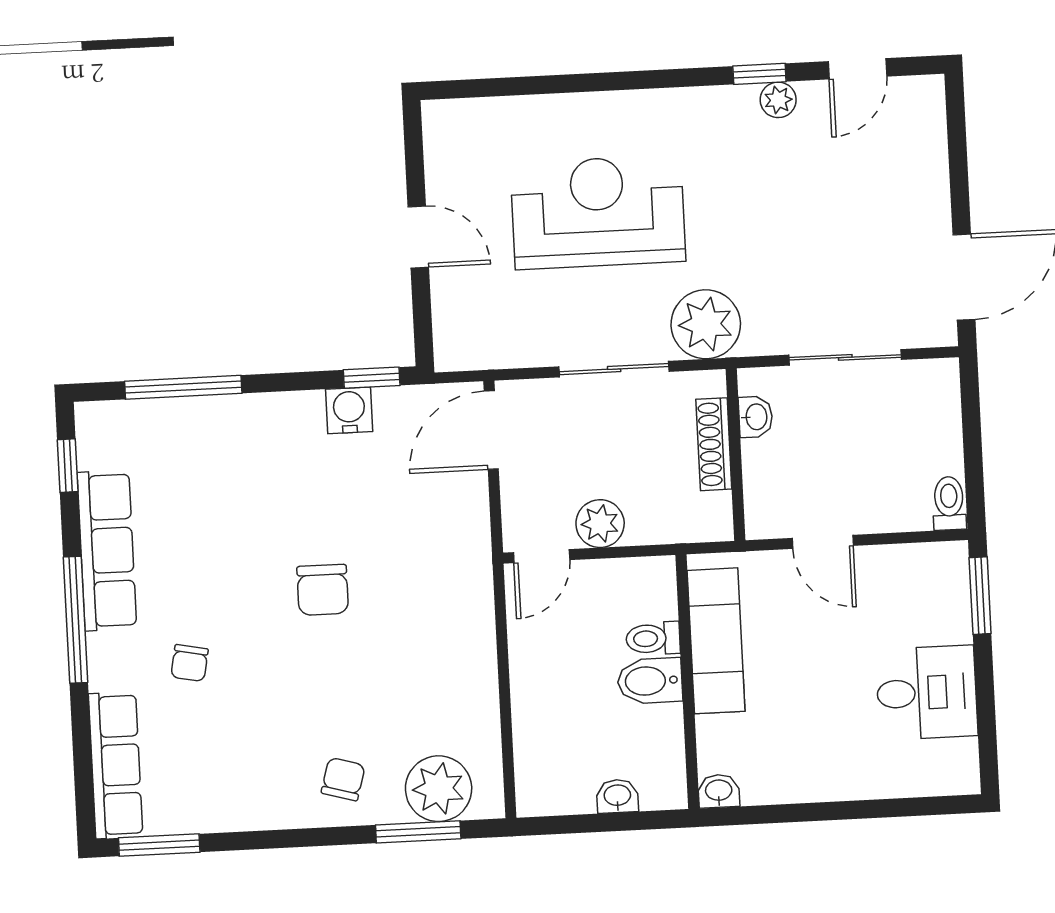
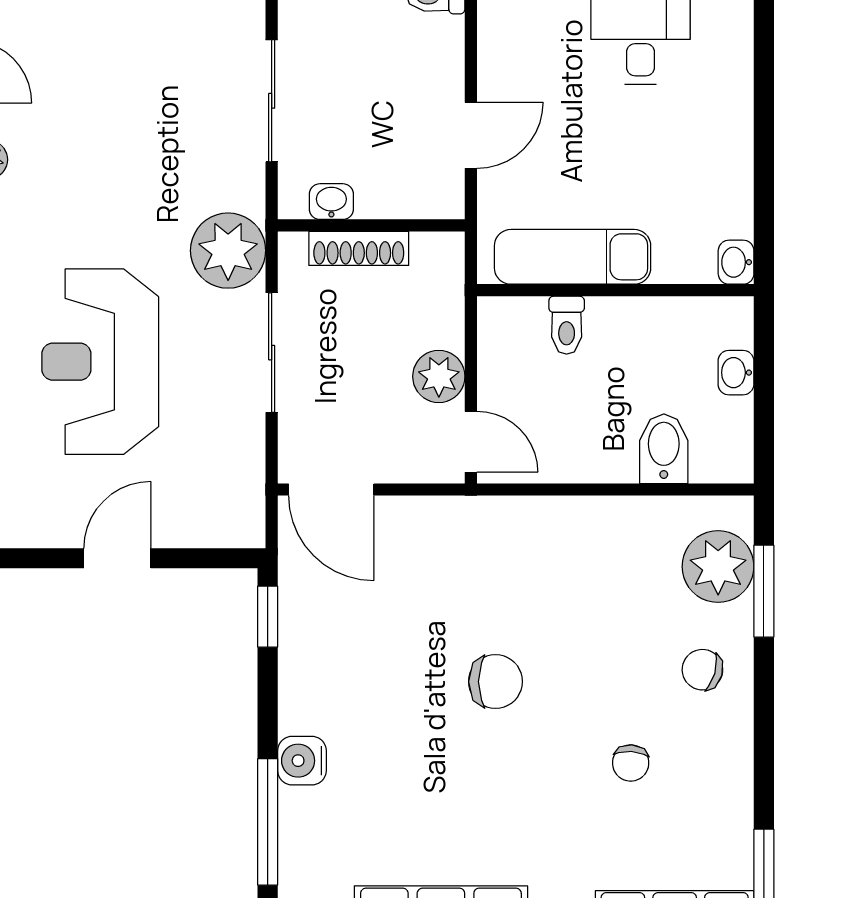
water cooler: (349, 410) -> (302, 761), moved
chair: (190, 663) -> (631, 763), moved, turned 83
bidet: (650, 681) -> (664, 449), moved, turned 180

